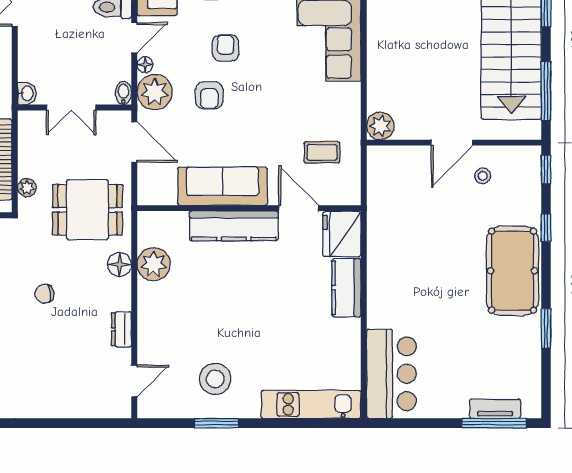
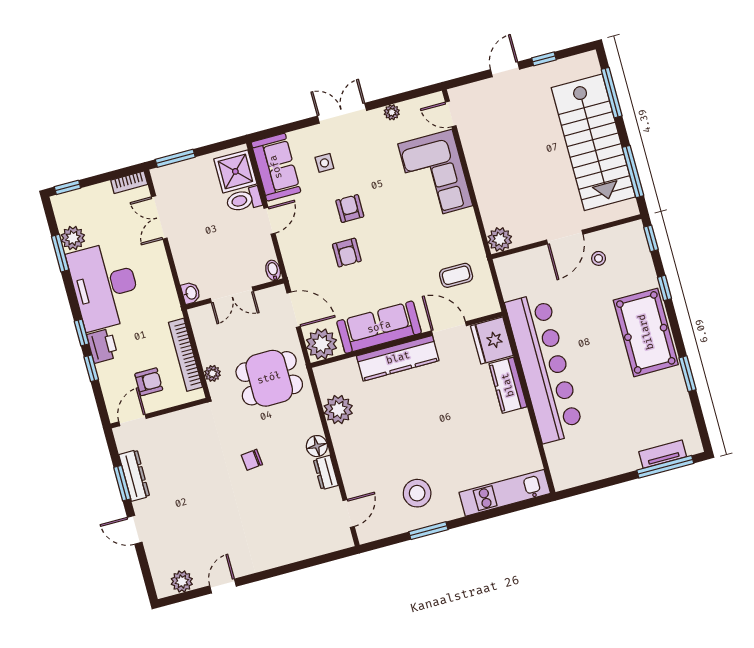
floor lamp: (145, 65) -> (285, 241), removed
plant: (155, 92) -> (322, 344), moved
floor lamp: (120, 264) -> (317, 446), moved
bar counter: (391, 374) -> (544, 368), moved, width x1.86

